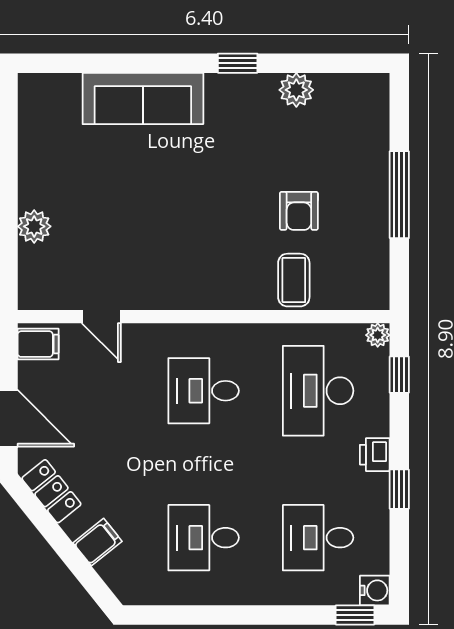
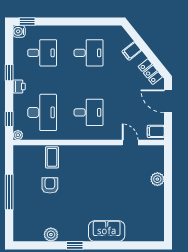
sofa: (143, 98) -> (107, 231), width x0.73

